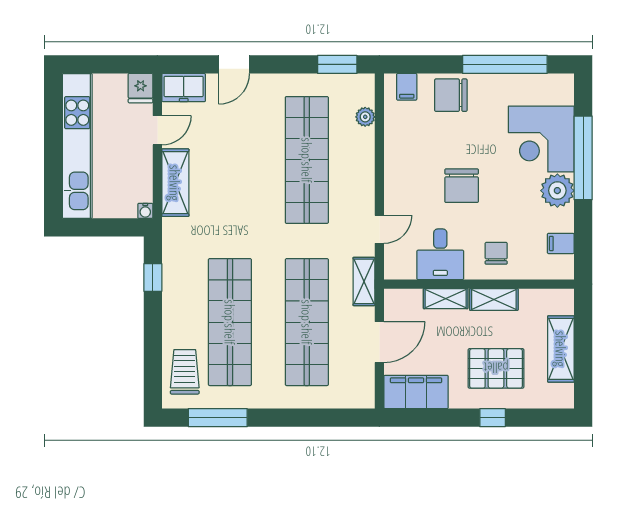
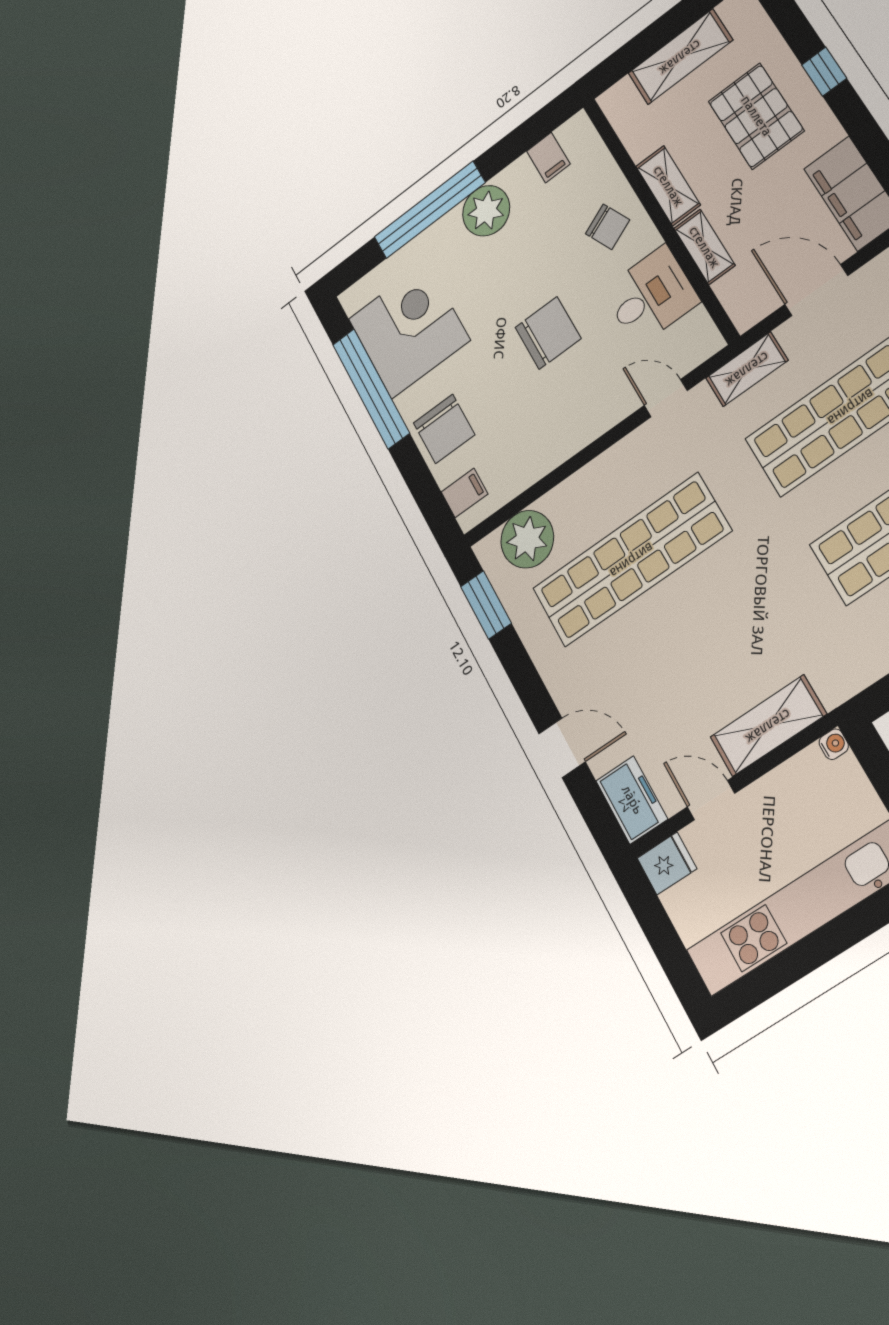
plant: (365, 117) -> (527, 539), width x1.88, depth x1.88
corner desk: (541, 139) -> (409, 329), moved, turned -90
chair: (496, 253) -> (608, 227), turned -115

